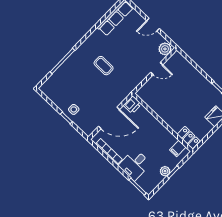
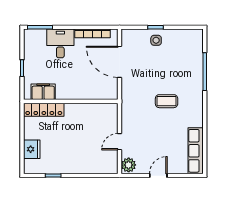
printer: (132, 105) -> (111, 92), removed
door: (109, 118) -> (120, 62), hinge flipped
locker: (189, 138) -> (44, 110), width x1.53
filing cabinet: (178, 148) -> (43, 92), width x2.00
plant: (165, 171) -> (29, 62), removed

